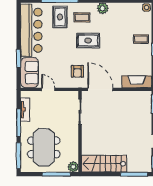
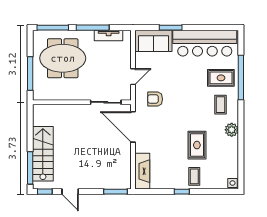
rug: (88, 41) -> (197, 145), moved
door: (48, 89) -> (133, 77), moved
door: (100, 89) -> (133, 127), swing flipped
stairs: (104, 164) -> (43, 154), moved
plant: (73, 167) -> (39, 94), removed

